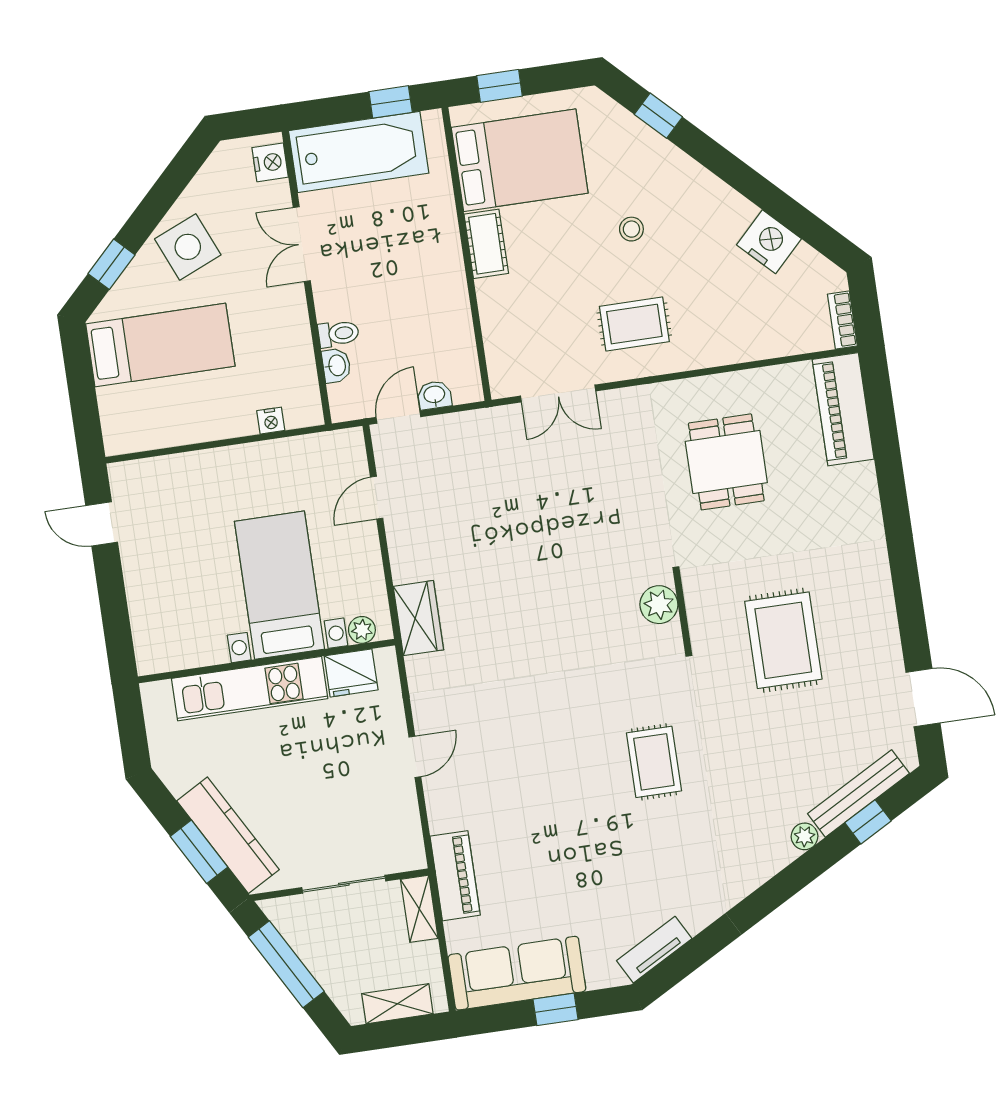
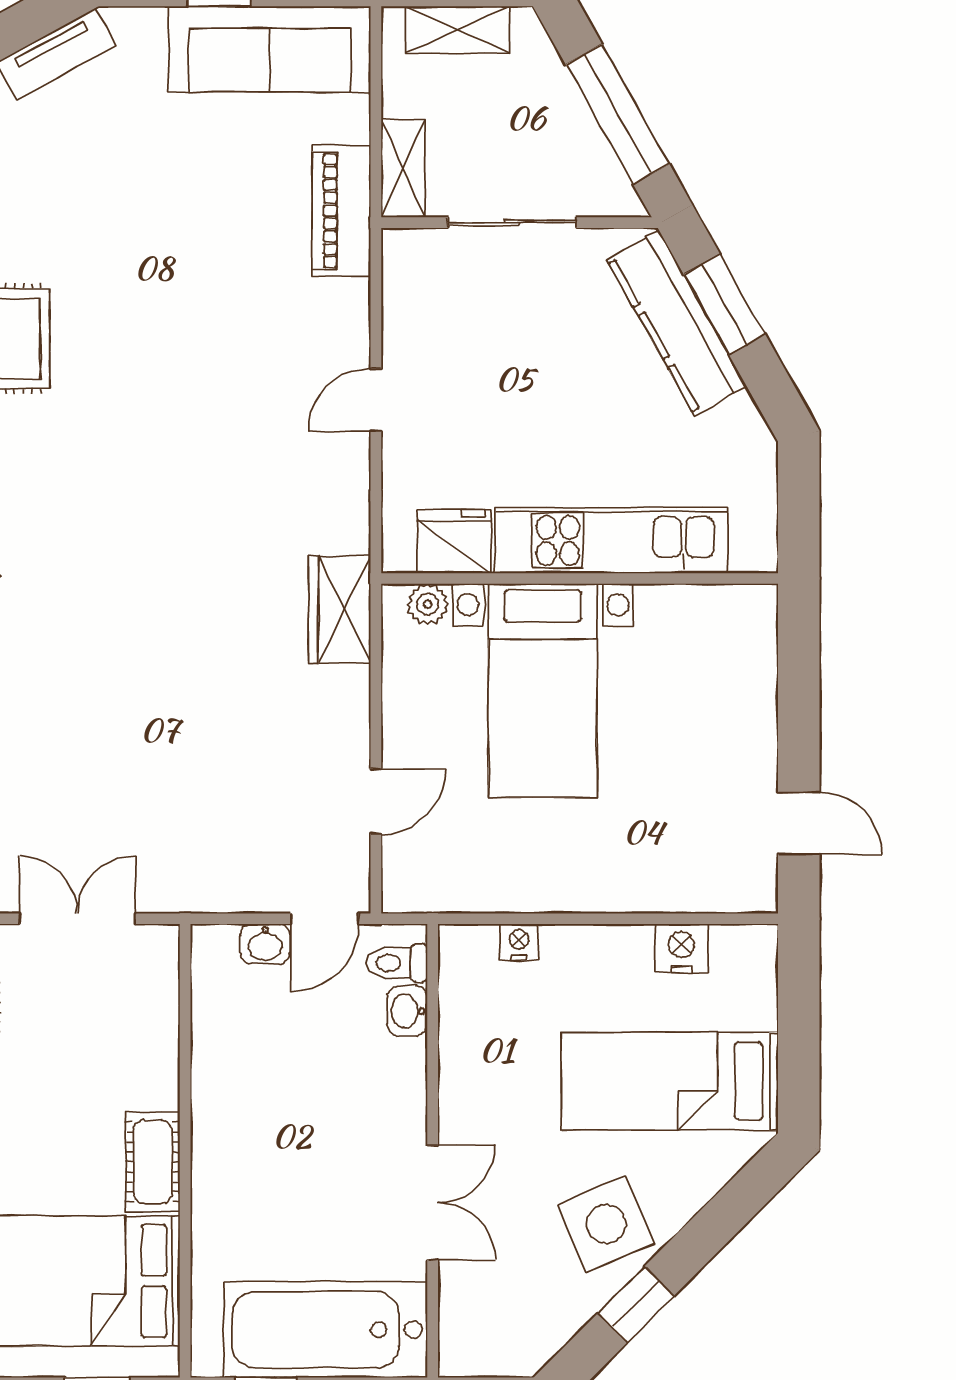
nightstand: (270, 162) -> (681, 948), moved, turned 90
window: (111, 264) -> (636, 1304), moved
toilet: (338, 334) -> (397, 963), moved

